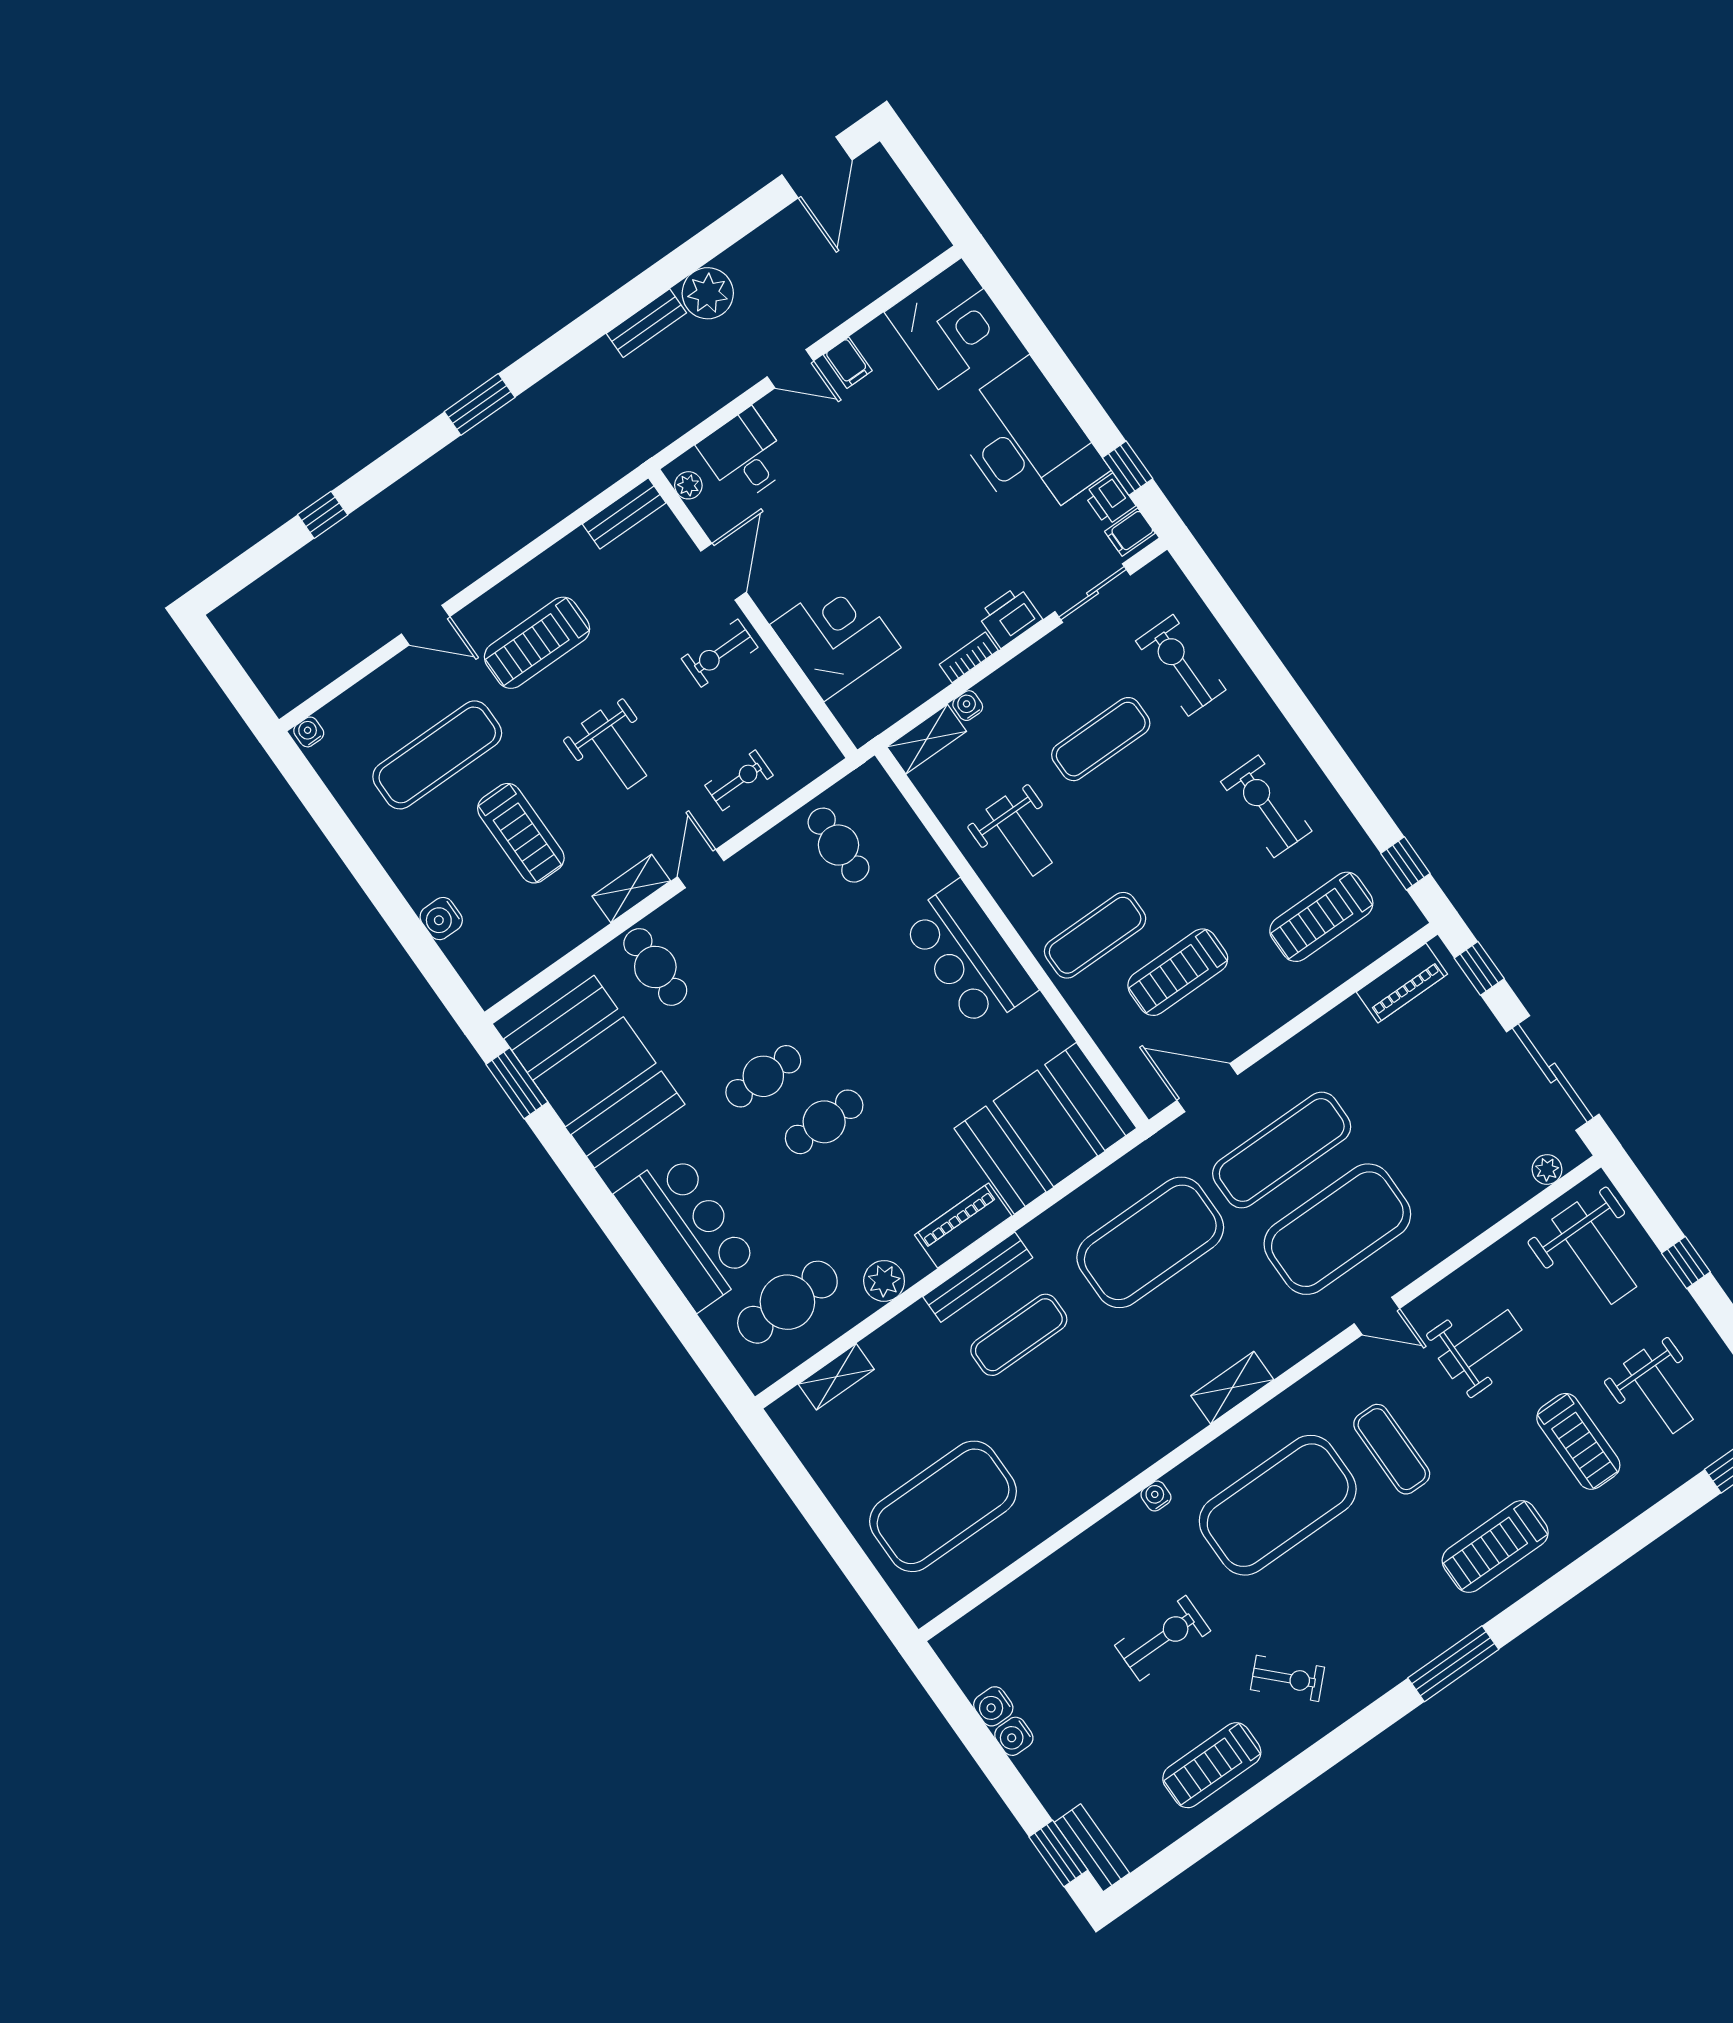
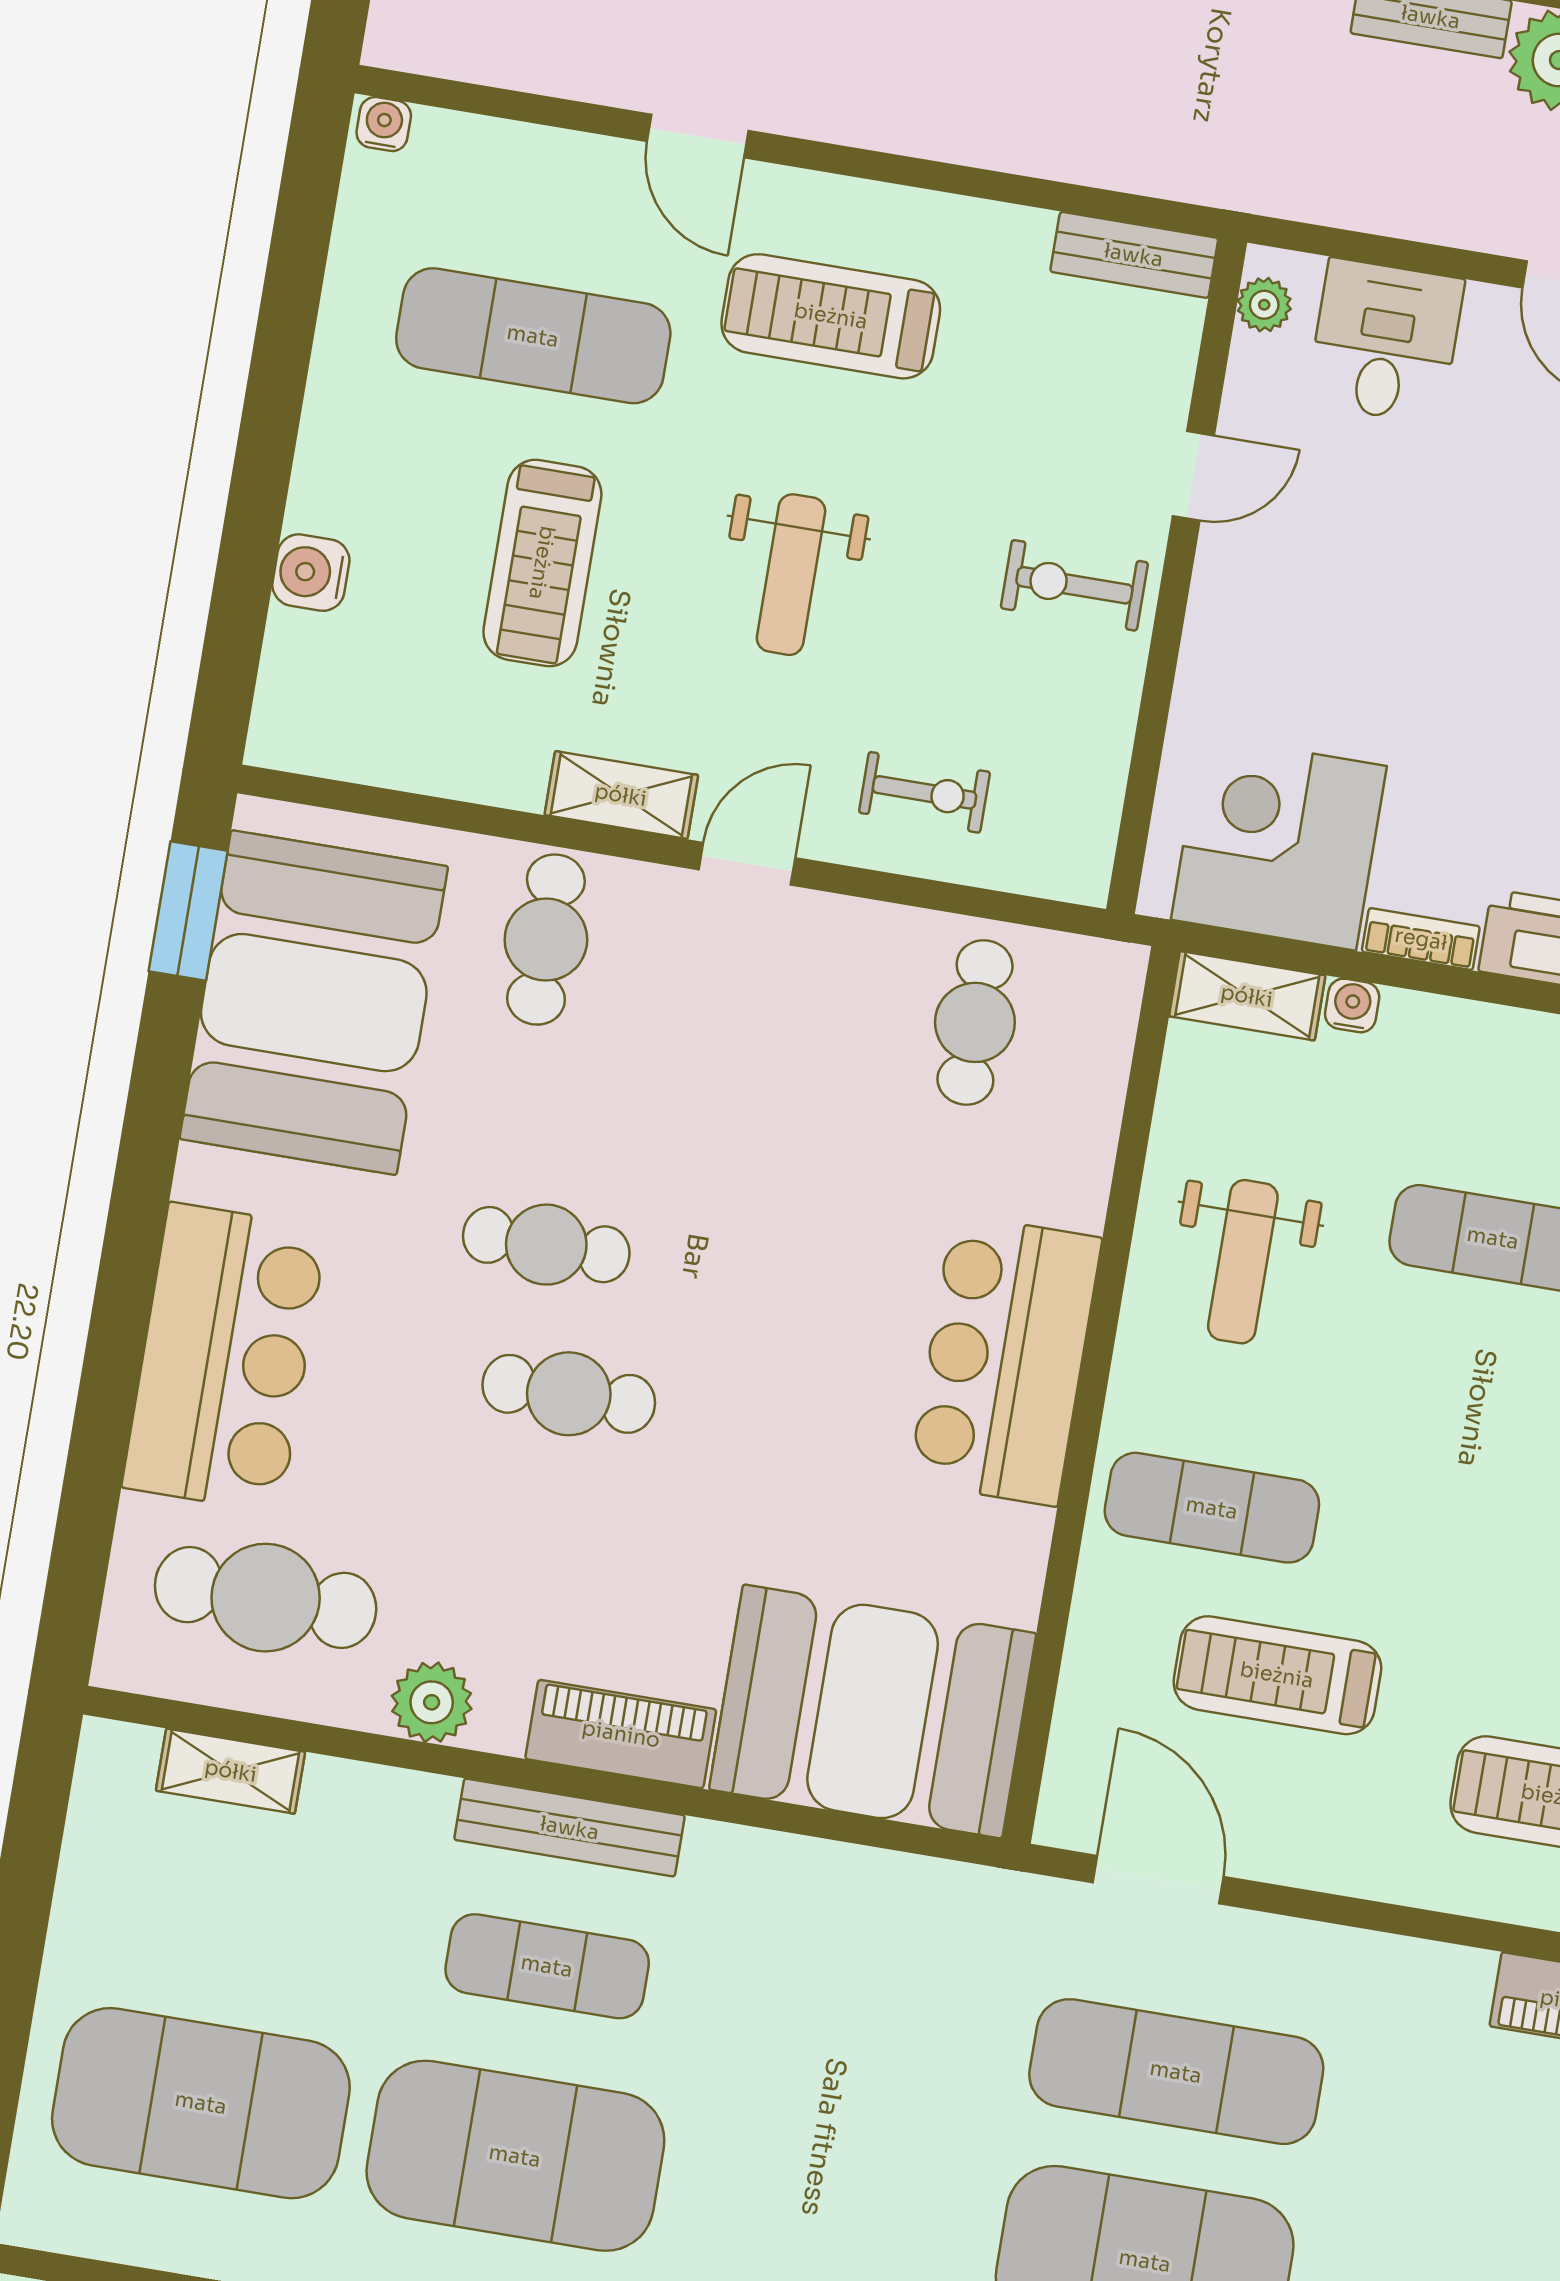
door: (723, 572) -> (1193, 476), width x0.73
corner desk: (835, 636) -> (1279, 843), moved, turned -90
exercise mat: (1150, 1242) -> (515, 2156), moved

